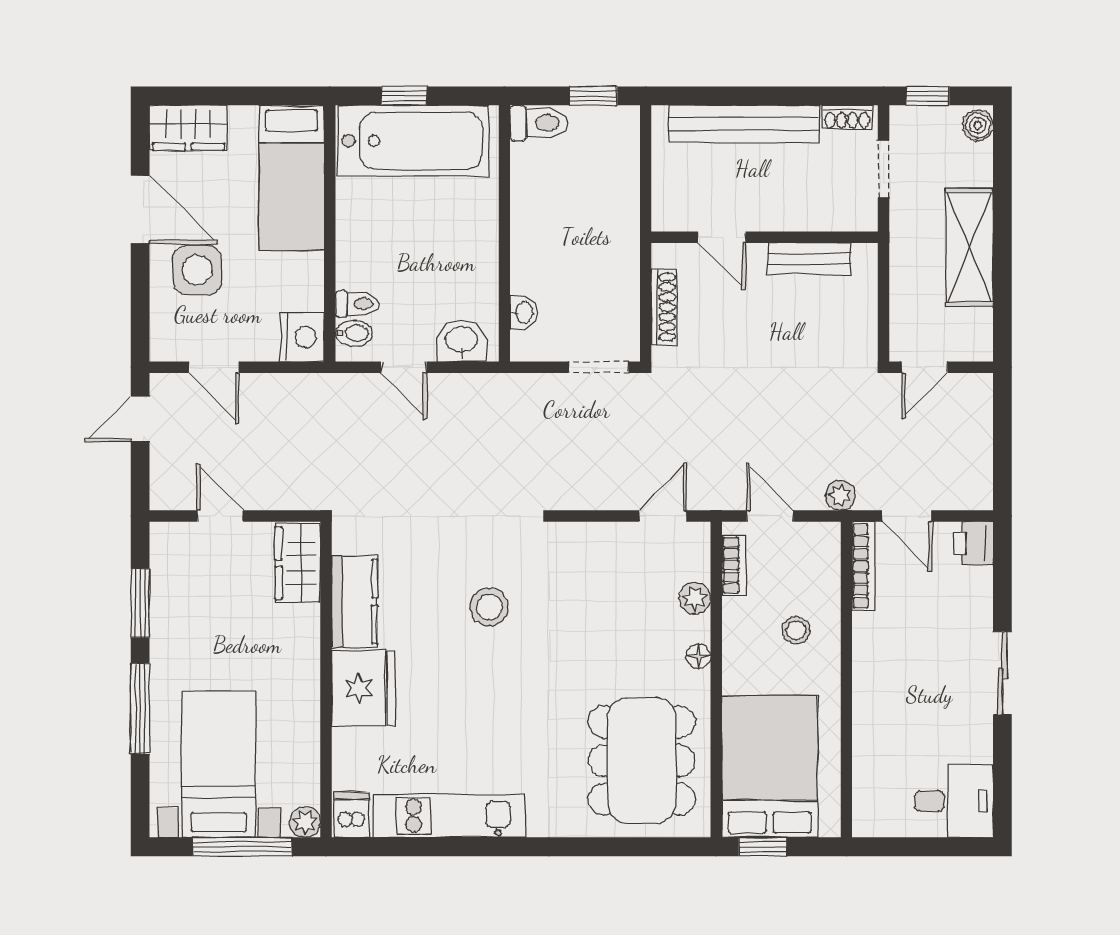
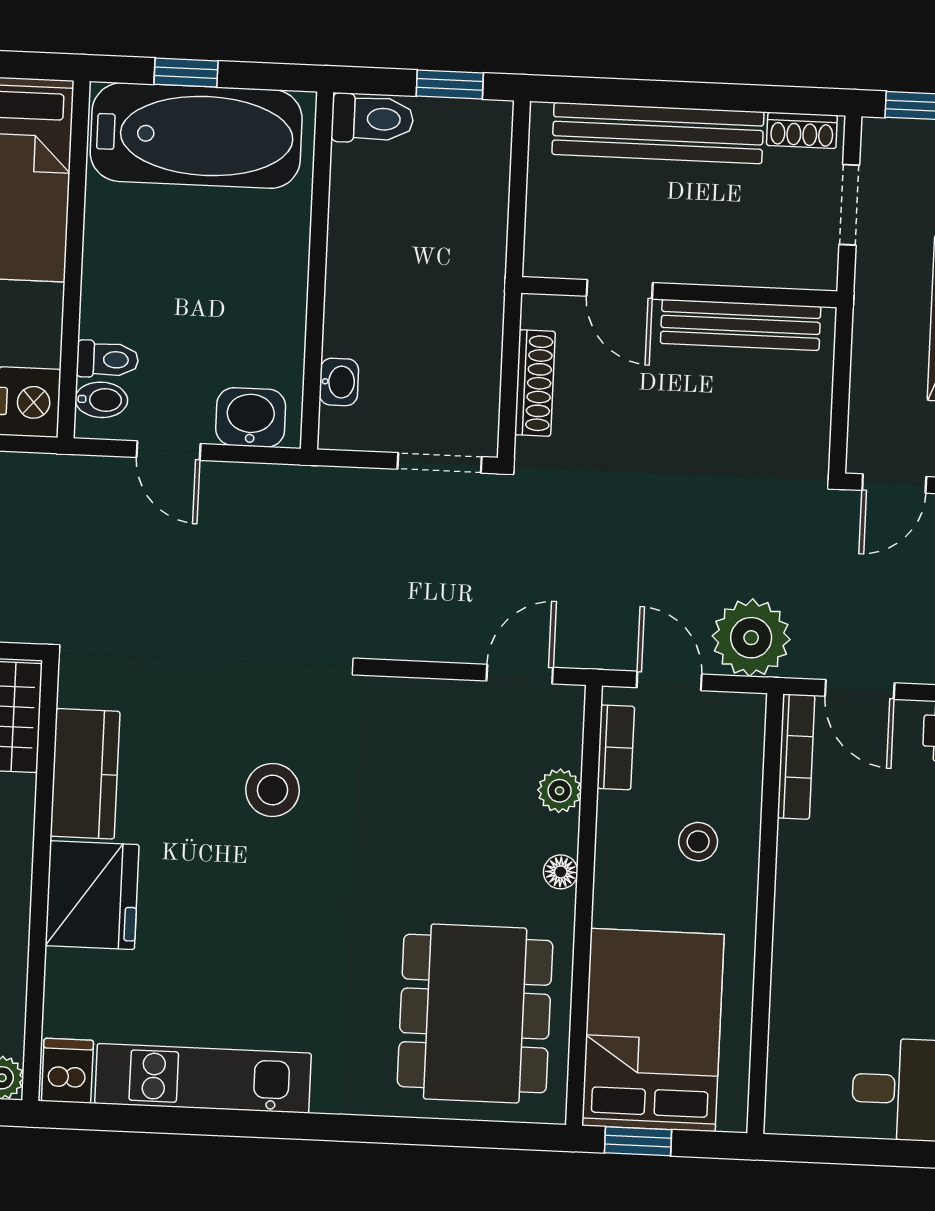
bench: (810, 259) -> (741, 325), width x1.36
plant: (840, 495) -> (751, 638), width x1.87, depth x1.87

